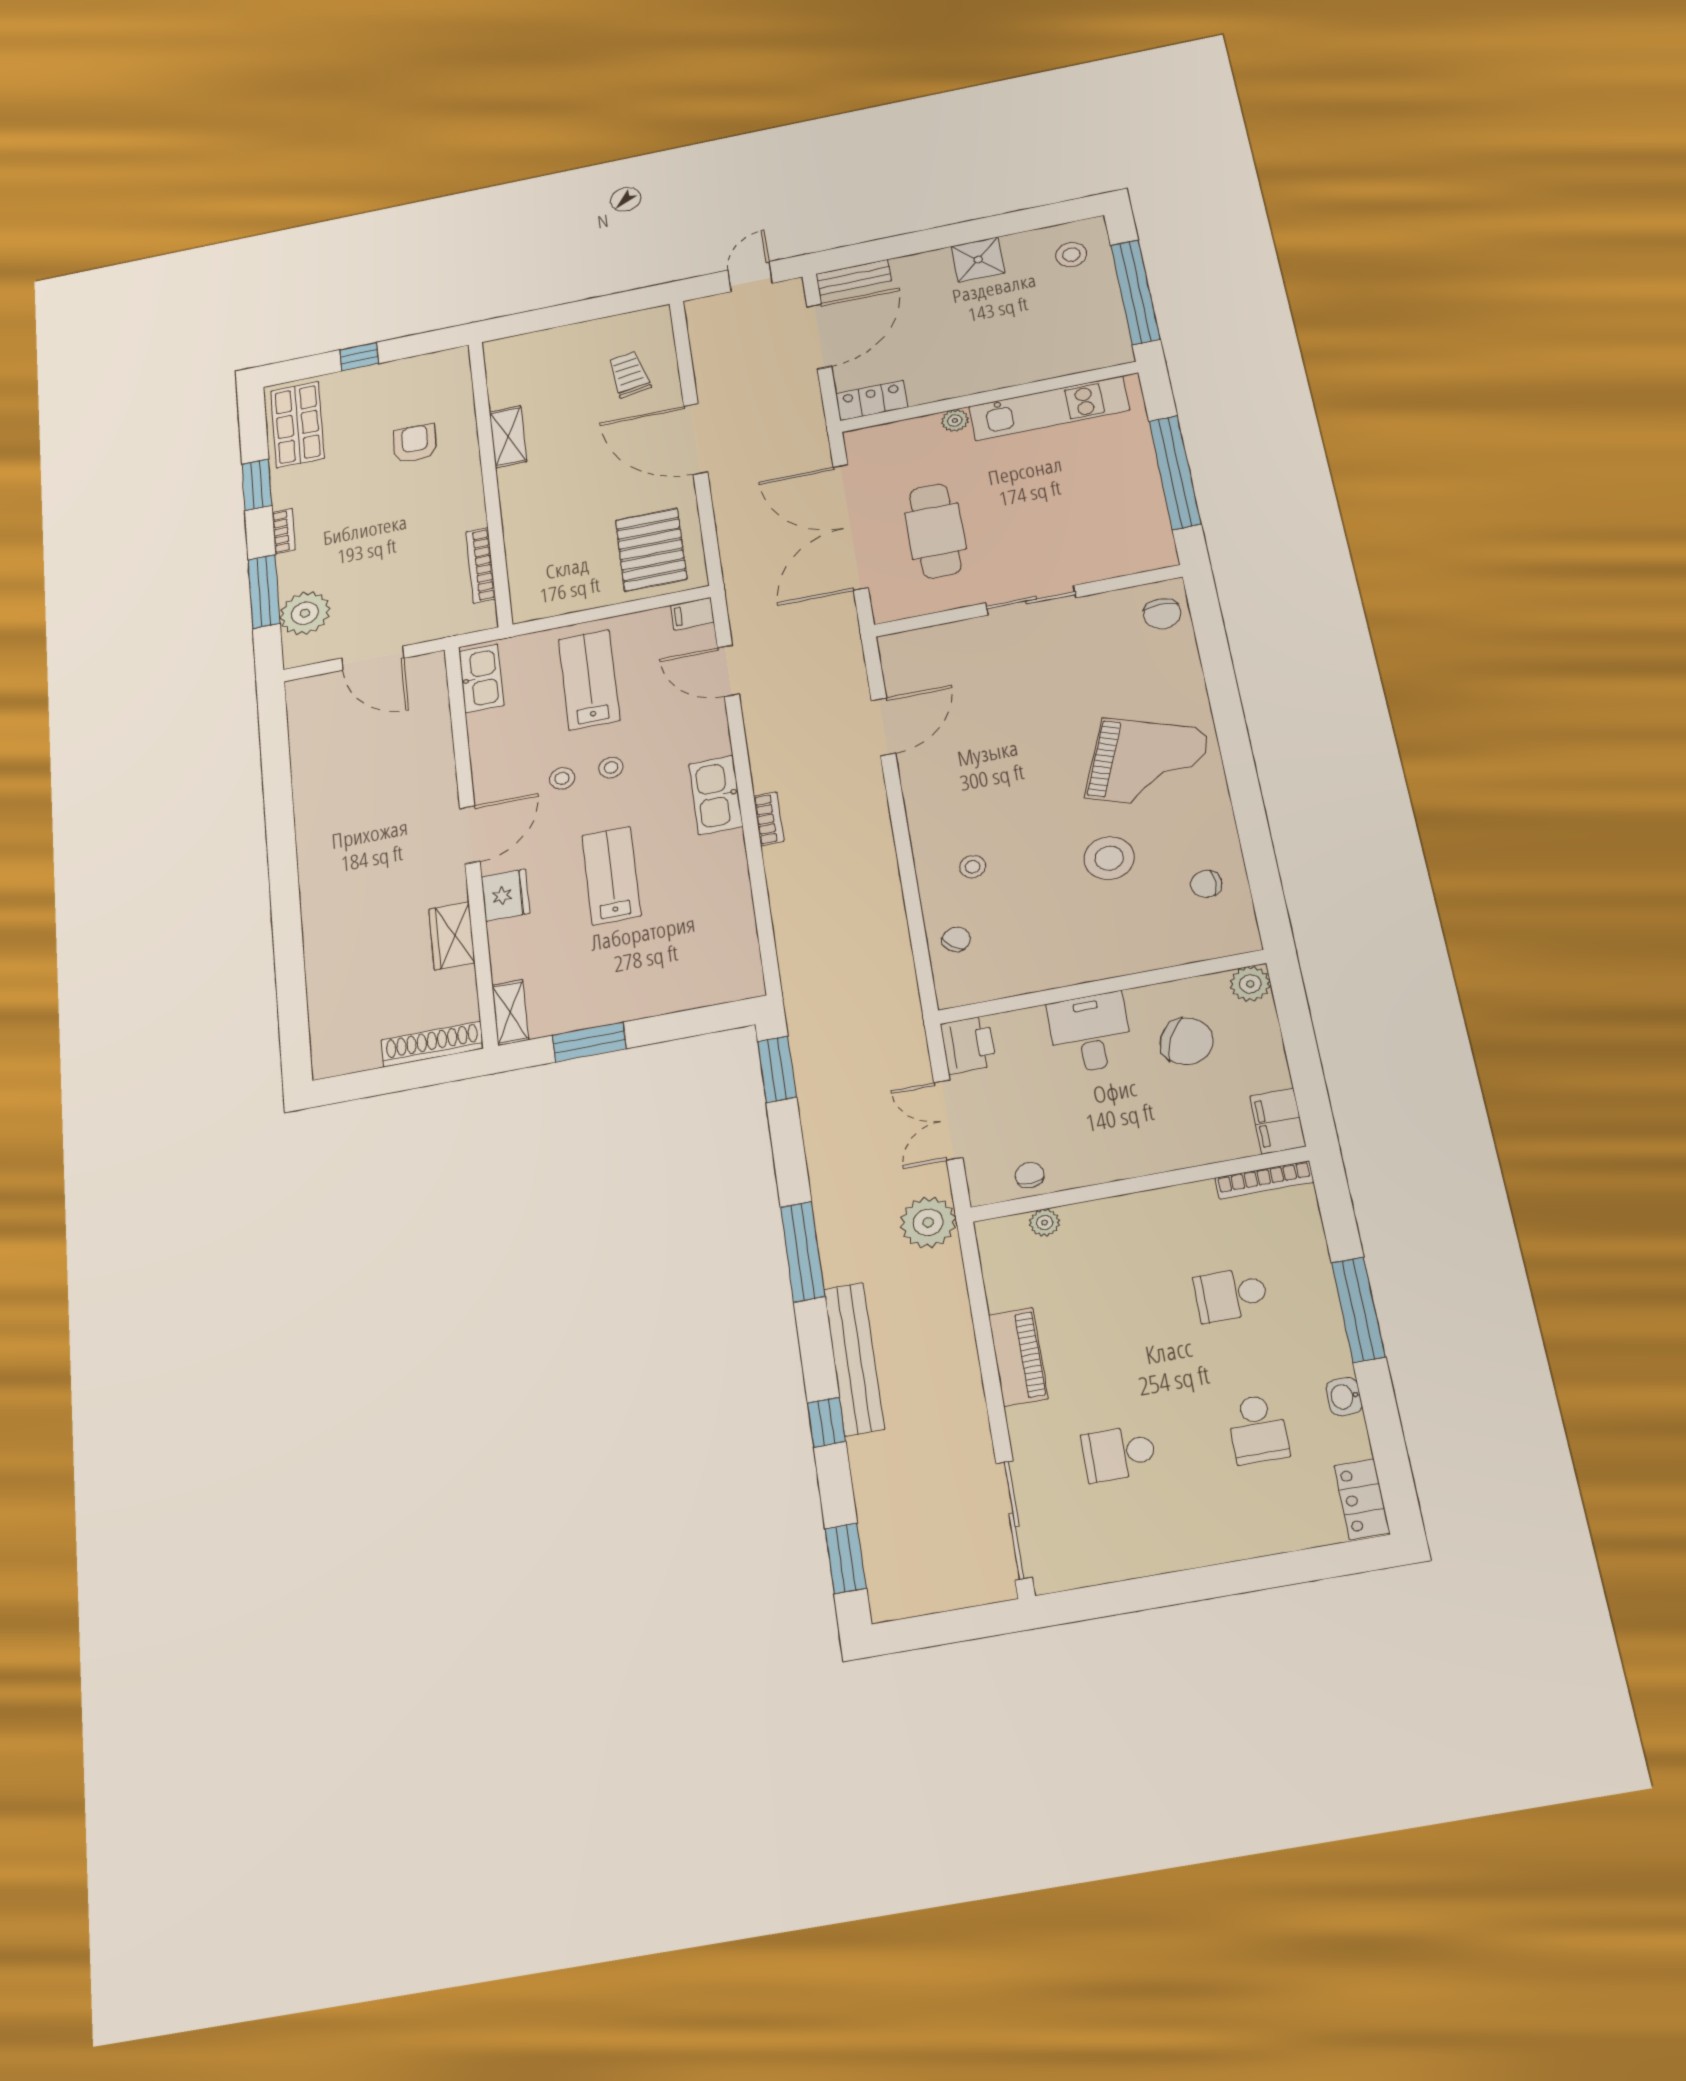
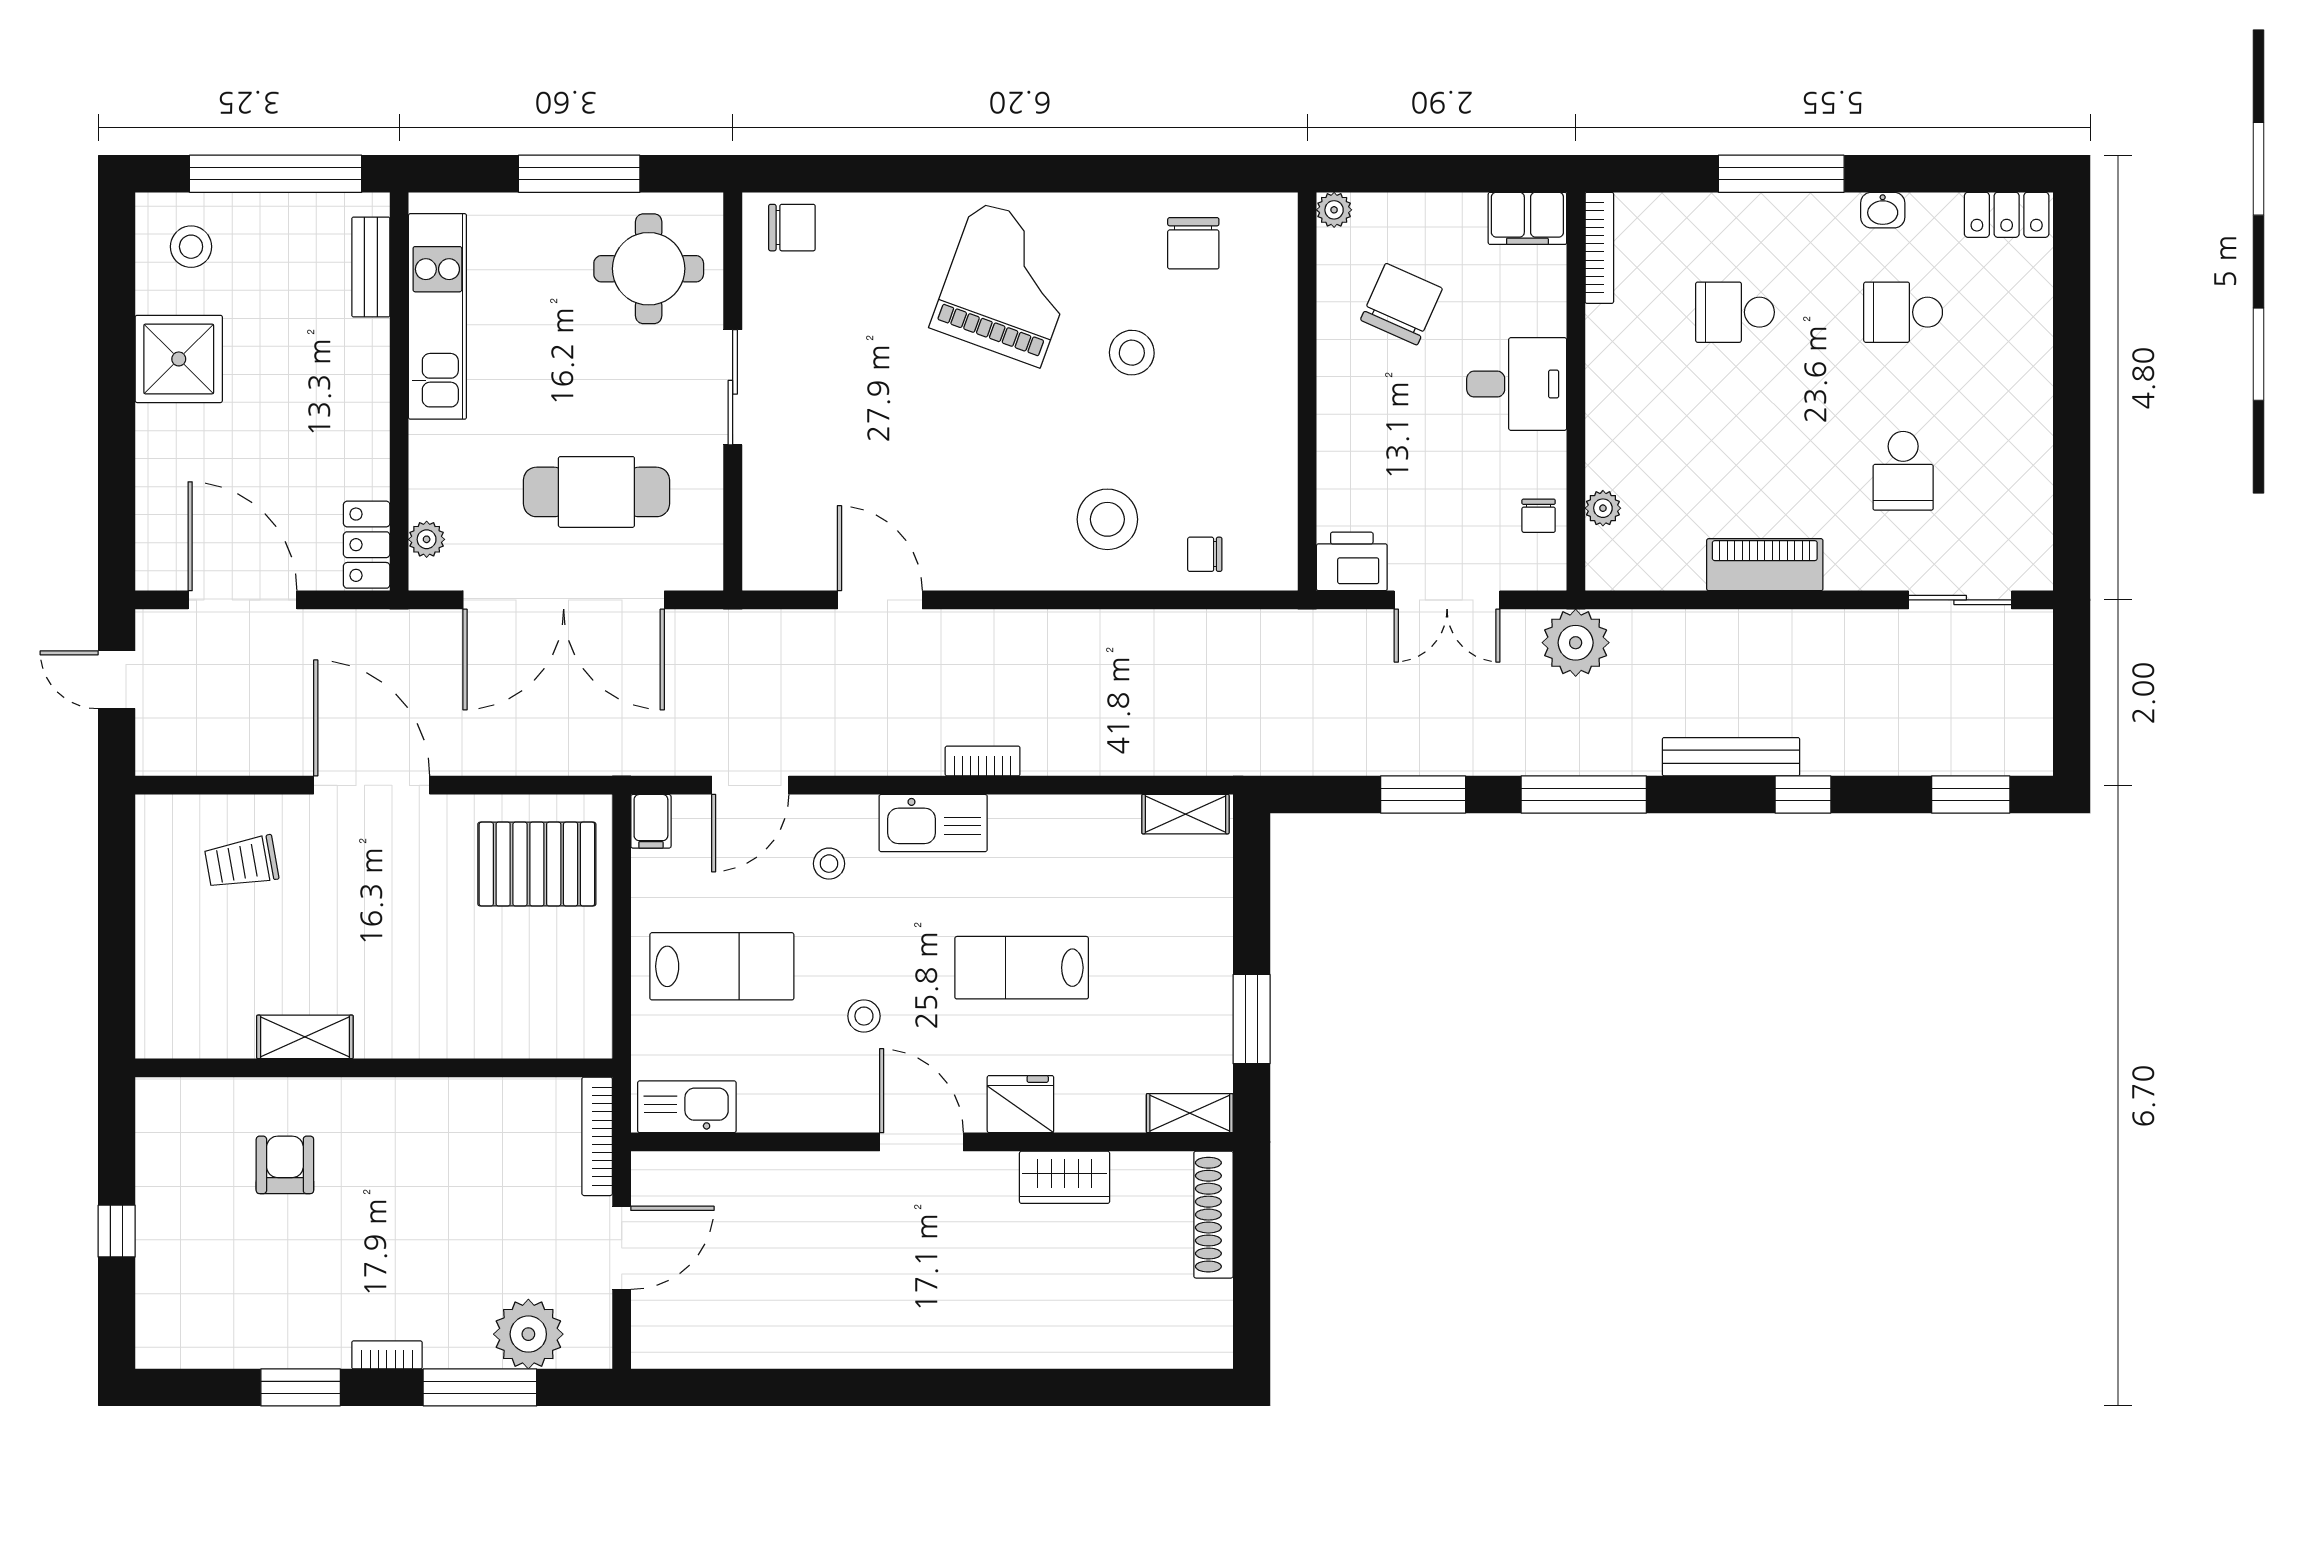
shower: (978, 260) -> (179, 359), width x1.36, depth x1.36
bench: (854, 277) -> (371, 267), moved
plant: (955, 421) -> (427, 539), moved
shop shelf: (298, 424) -> (212, 1325), removed
door: (696, 439) -> (372, 785), swing flipped
armchair: (415, 444) -> (285, 1165), turned 88
window: (1175, 472) -> (579, 174), width x0.68
round table: (1111, 530) -> (649, 269), added
bookcase: (481, 565) -> (597, 1136), moved, turned 90
lab bench: (589, 680) -> (722, 966), turned 180
stool: (611, 768) -> (829, 864), moved
stool: (1109, 858) -> (1132, 353), width x0.73, depth x0.73
stool: (973, 867) -> (1107, 519), width x1.89, depth x1.89
chair: (1206, 884) -> (1193, 243), width x1.37, depth x1.37
chair: (956, 939) -> (1205, 554), turned -40
shelving: (746, 965) -> (1185, 814), added
plant: (1250, 984) -> (1334, 210), width x0.73, depth x0.73
desk: (1090, 1033) -> (1517, 384), moved, turned 180
window: (777, 1069) -> (1423, 794), moved
chair: (1030, 1175) -> (1539, 516), turned -87
school desk: (1231, 1295) -> (1735, 312), turned 90
bench: (854, 1359) -> (1731, 757), width x0.73, depth x0.82
school desk: (1258, 1429) -> (1903, 312), turned 180
sliding door: (1014, 1520) -> (1960, 600), width x0.73

